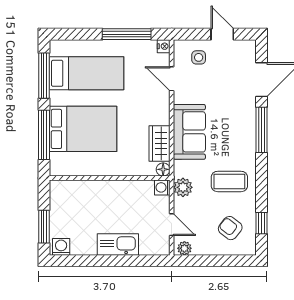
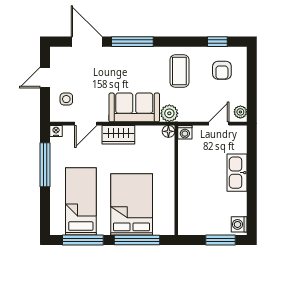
wardrobe: (160, 143) -> (118, 135), moved
plant: (183, 187) -> (169, 113), moved
armchair: (230, 228) -> (222, 70), turned -38

